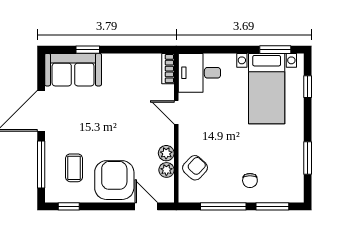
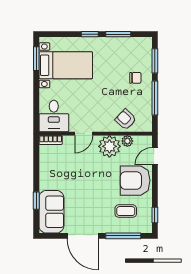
window: (308, 87) -> (90, 34), moved
plant: (166, 153) -> (109, 146), width x1.87, depth x1.87

